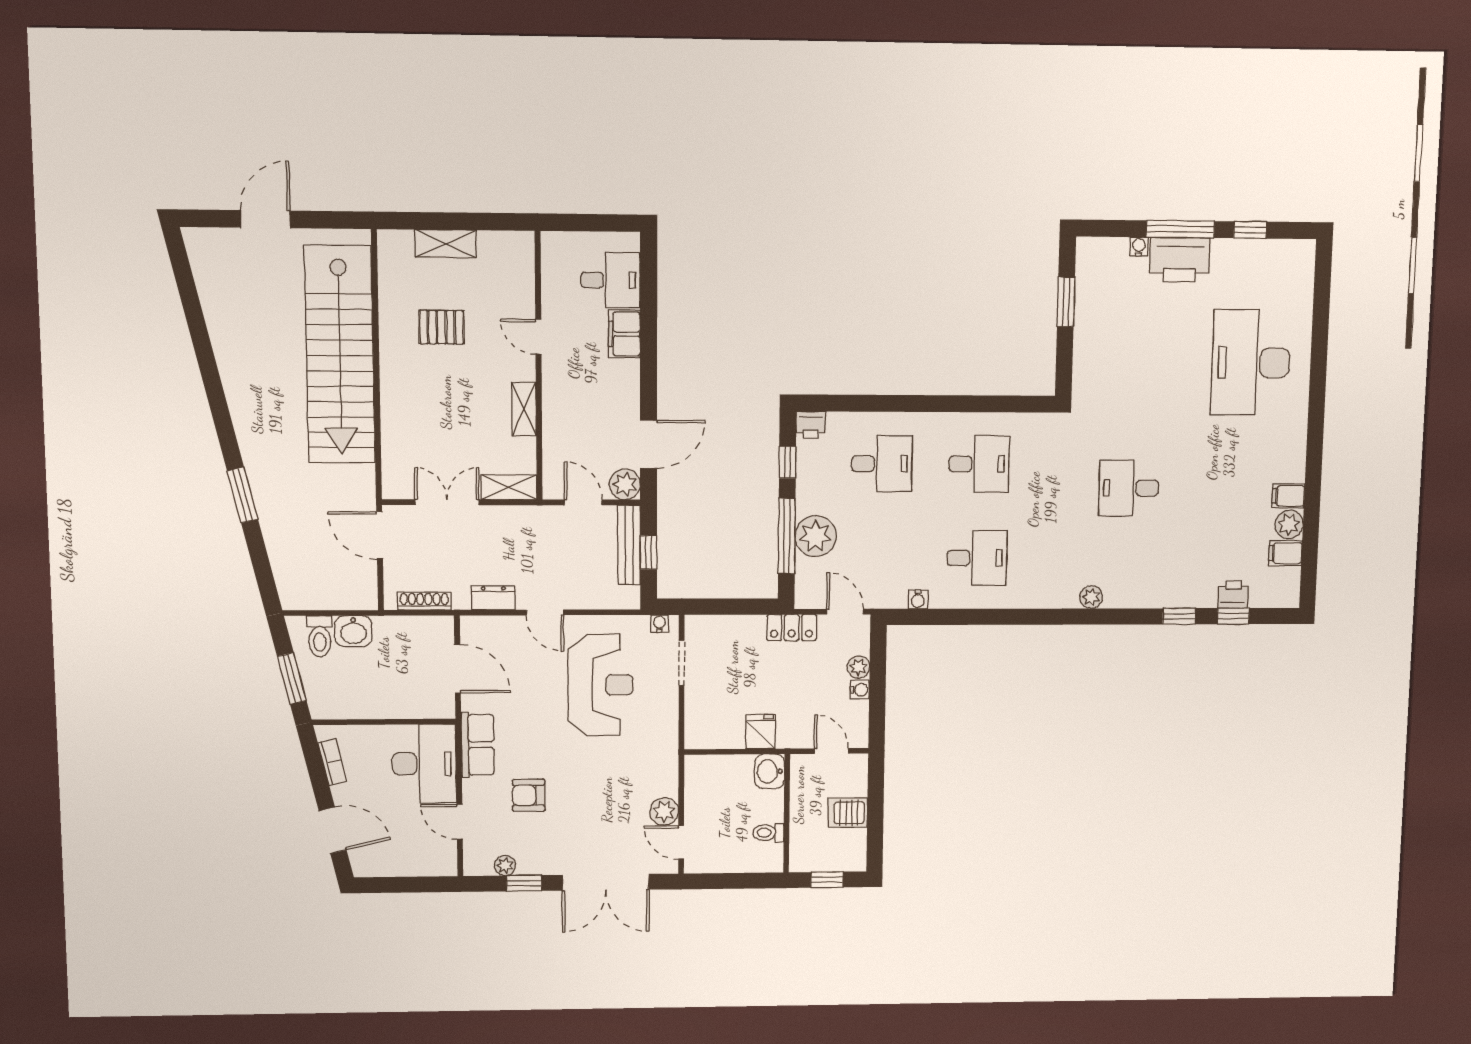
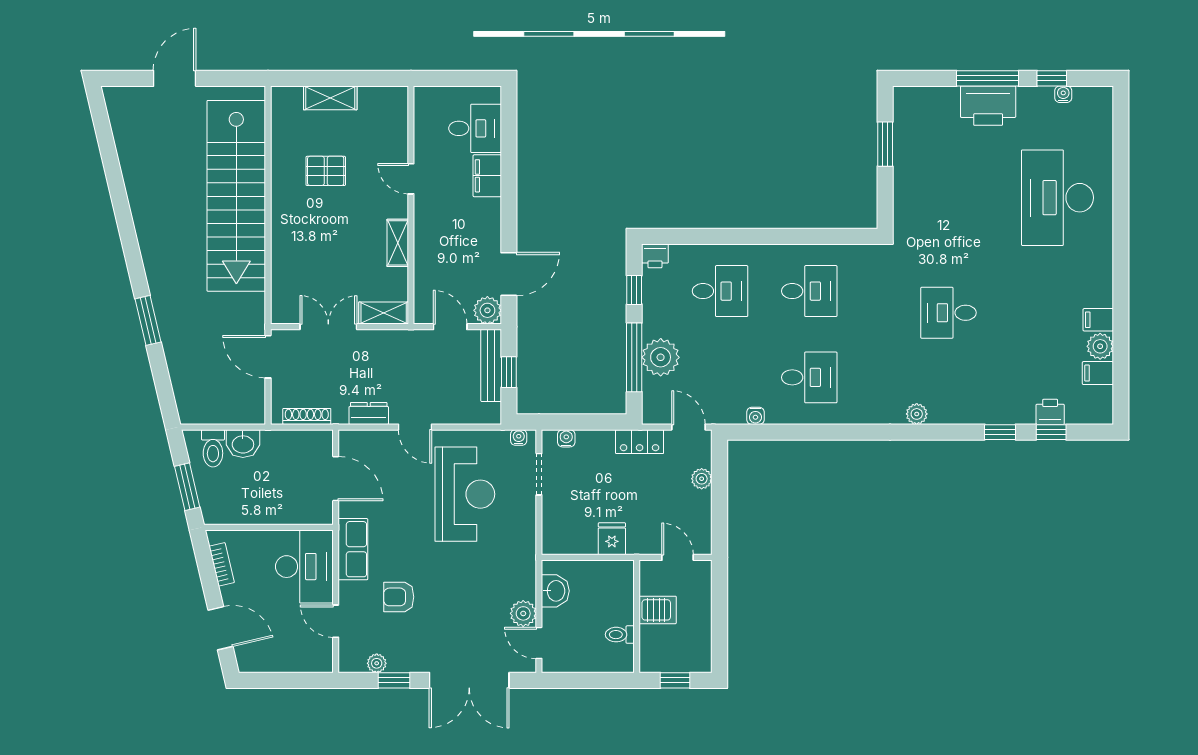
water cooler: (1139, 247) -> (1063, 94), moved
water cooler: (860, 690) -> (566, 438), moved, turned -90
washbasin: (770, 771) -> (555, 591), moved, turned 180
server rack: (848, 813) -> (658, 610), moved, turned 180

